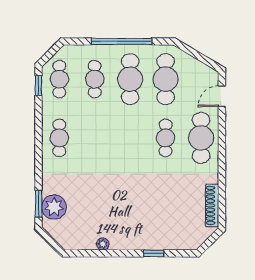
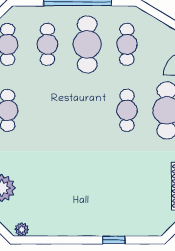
cafe table: (166, 79) -> (127, 44), width x0.73, depth x0.74
plant: (103, 244) -> (22, 229), moved

